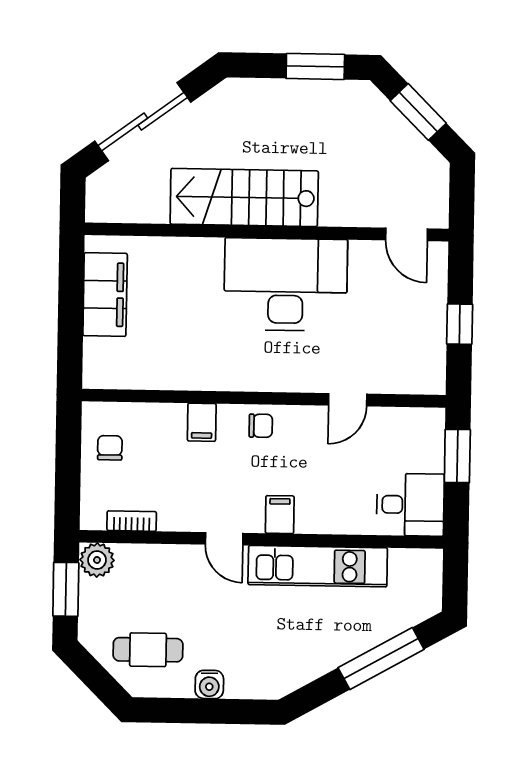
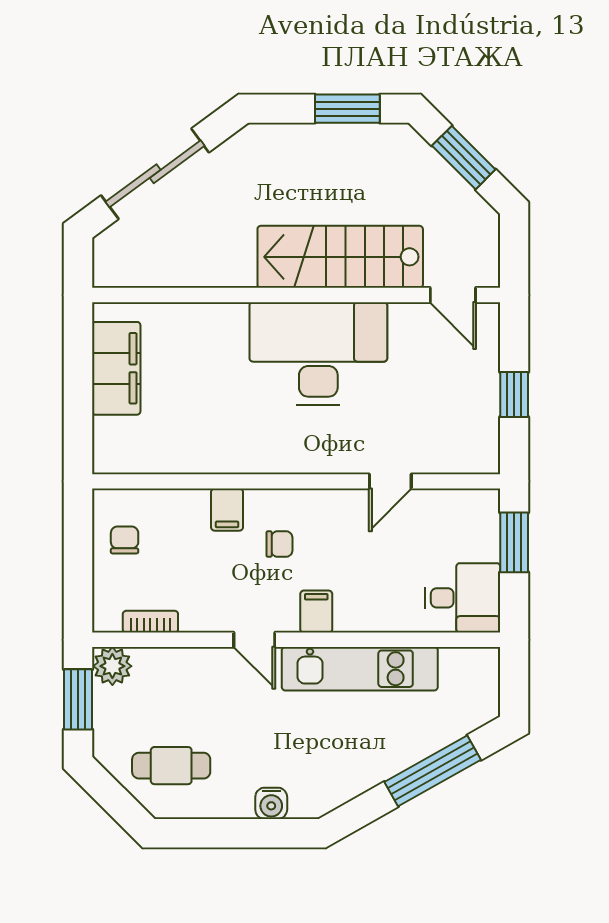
stairs: (244, 197) -> (340, 257), moved
chair: (261, 426) -> (279, 544), moved
water cooler: (209, 684) -> (271, 803), moved

